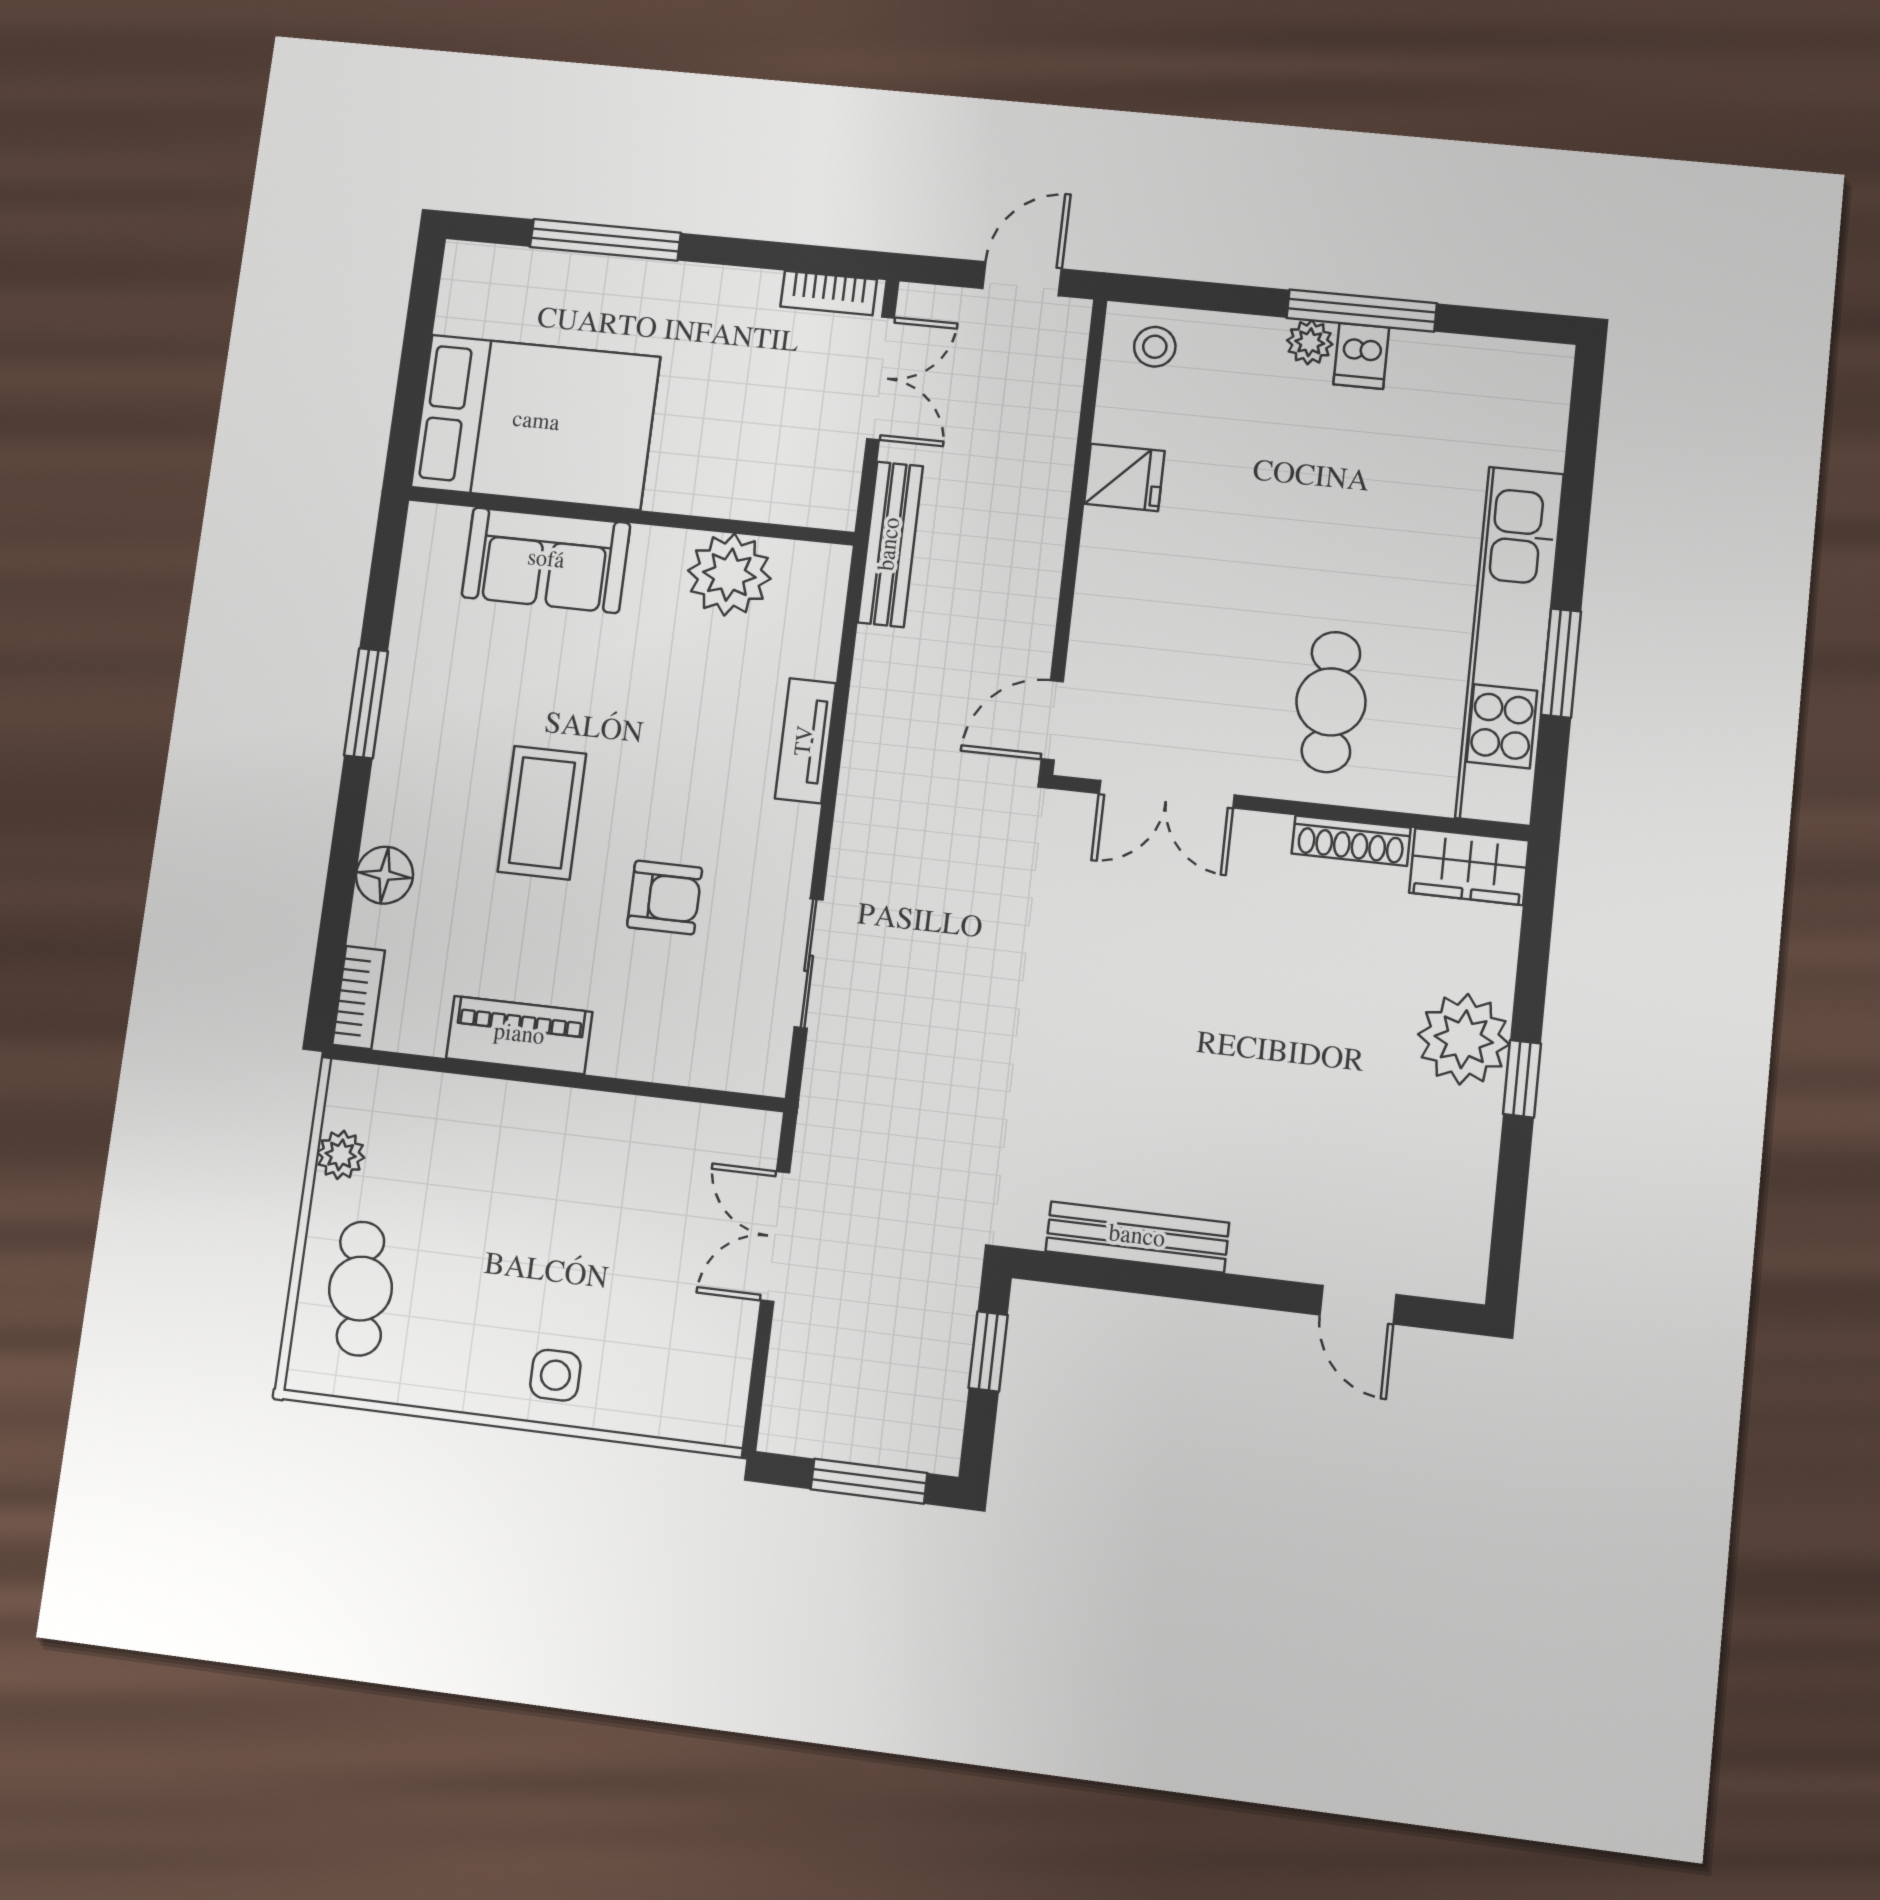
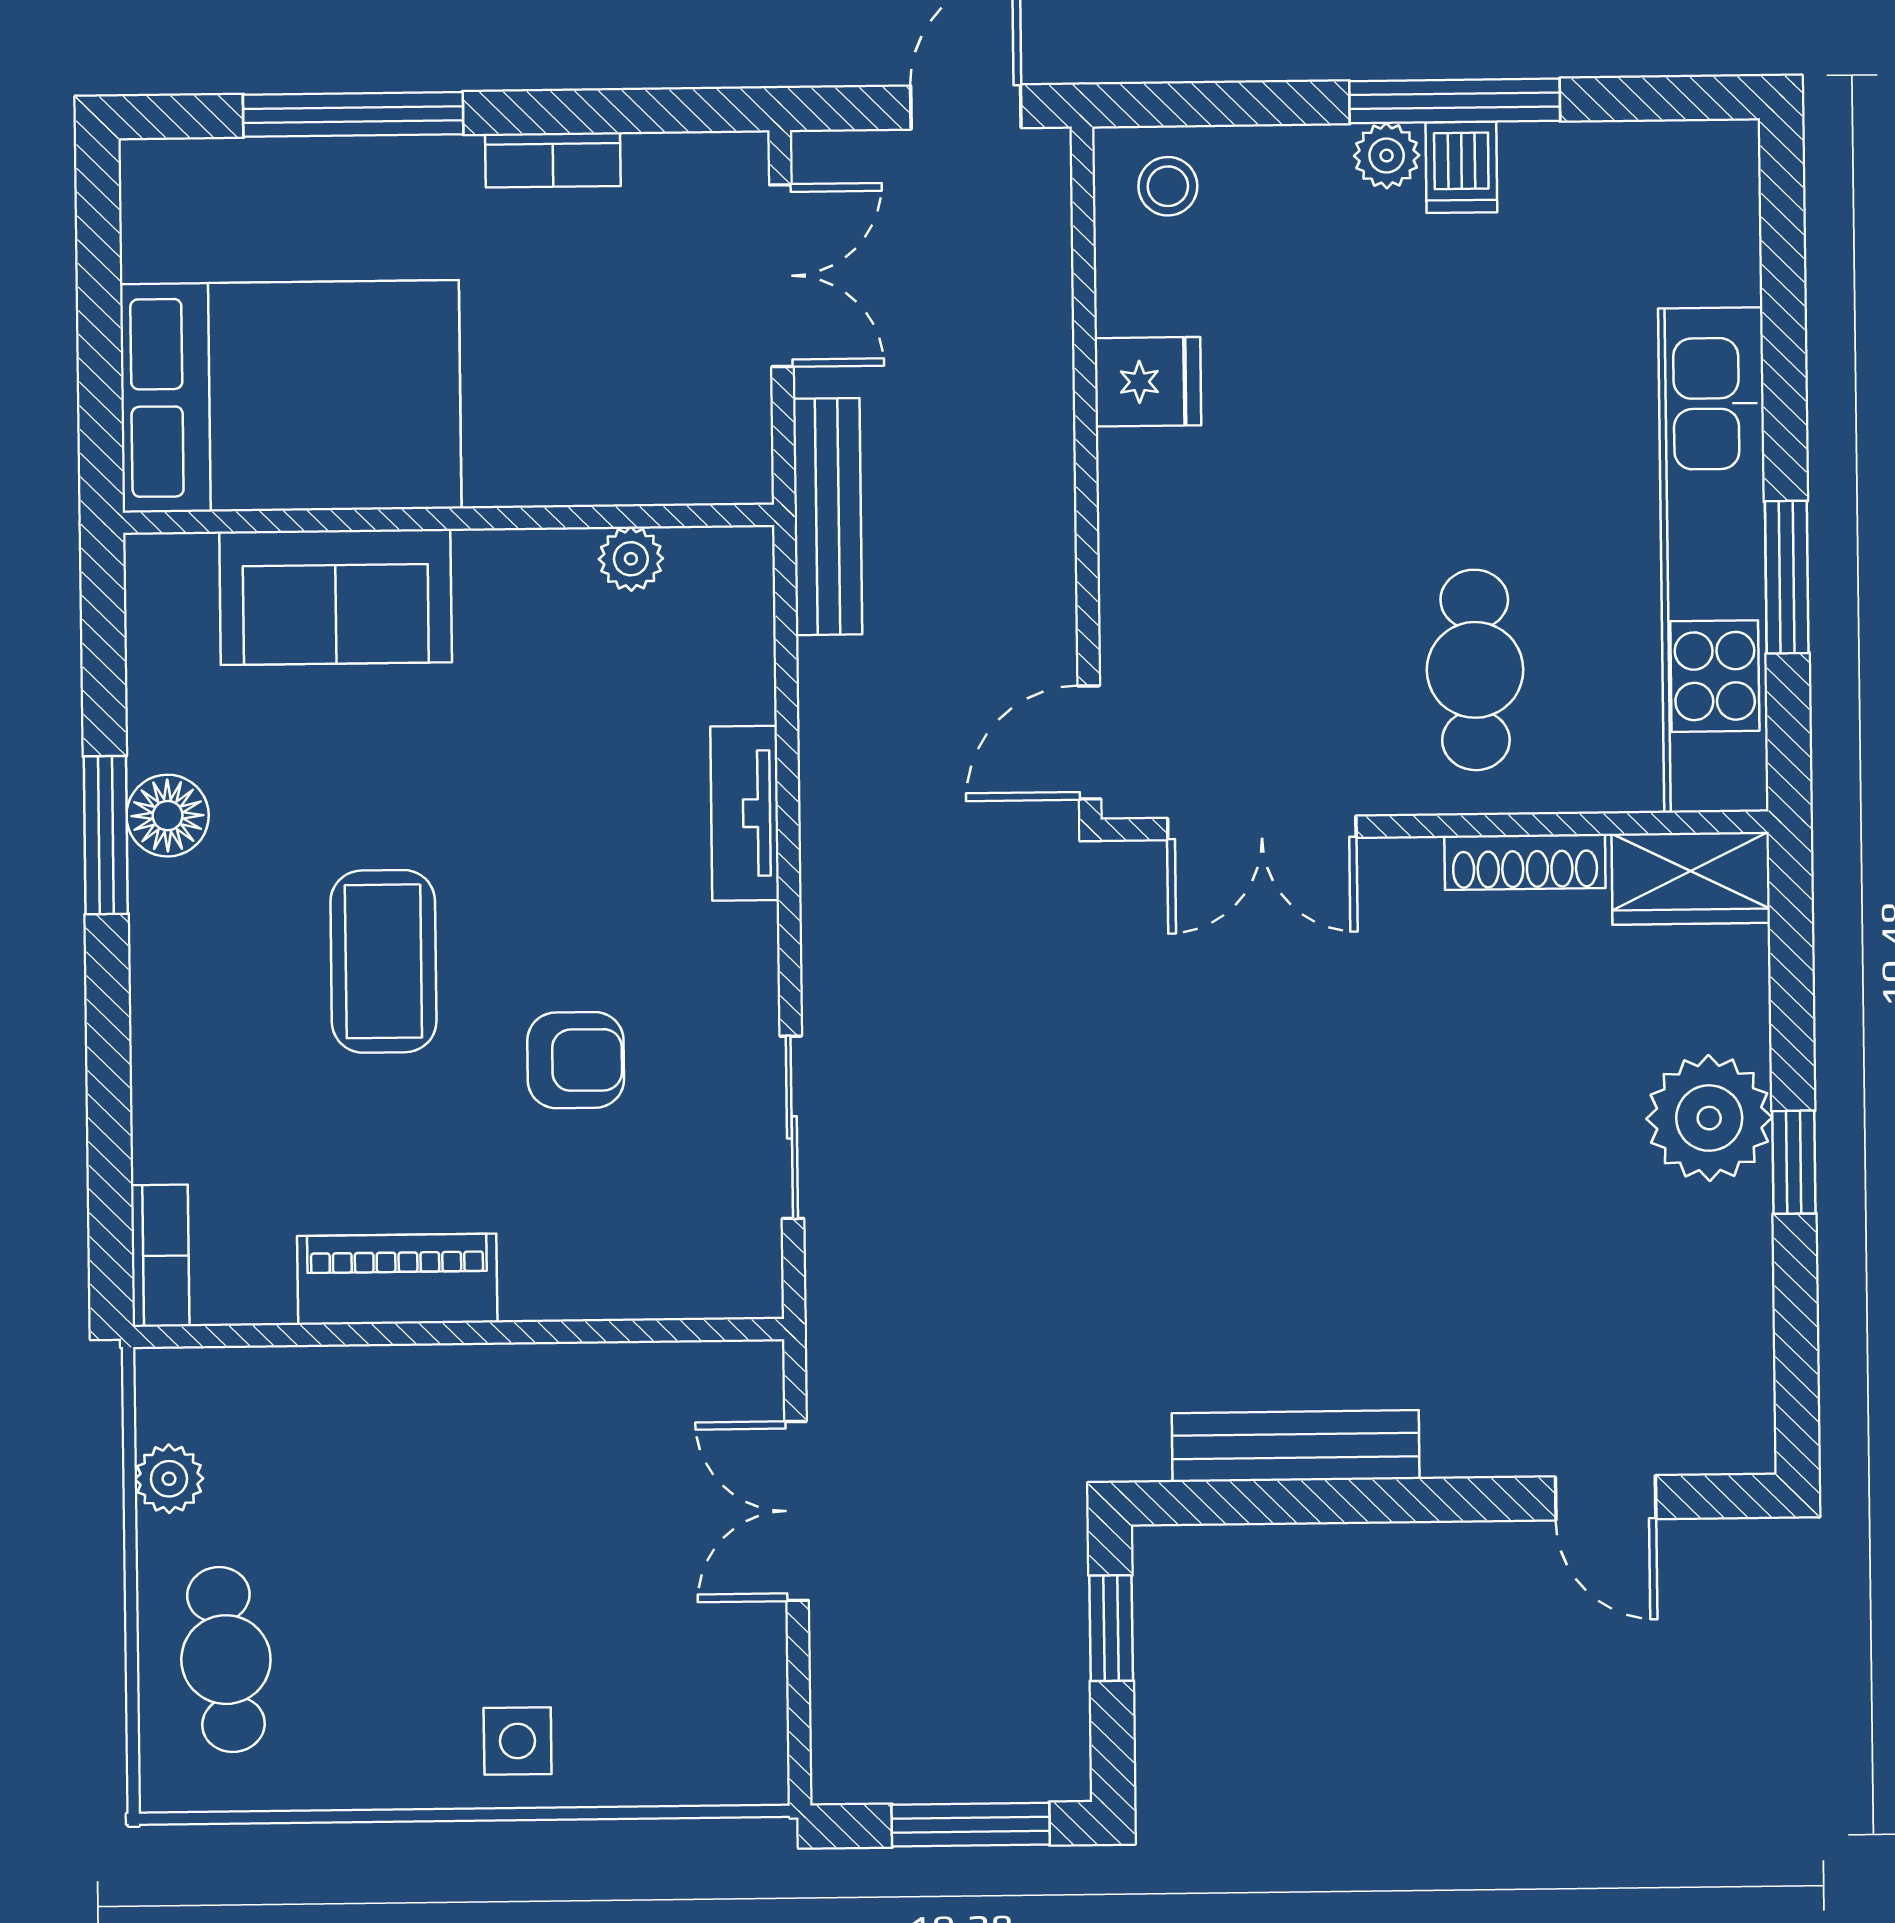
bookcase: (829, 293) -> (553, 160), moved
plant: (729, 575) -> (631, 559), width x0.53, depth x0.53
floor lamp: (385, 875) -> (168, 816), moved

